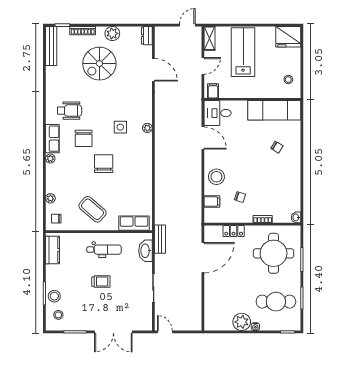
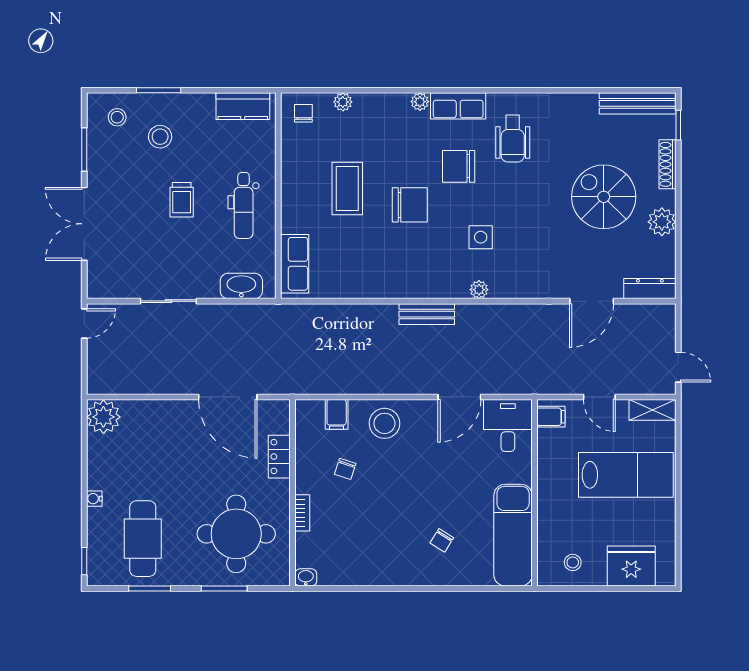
dresser: (147, 36) -> (650, 289), width x1.44
fridge: (288, 37) -> (631, 566), moved, turned 90
coffee table: (93, 209) -> (347, 188), moved, turned -41
bench: (160, 239) -> (427, 314), moved
stool: (54, 296) -> (160, 137), moved
plant: (242, 322) -> (103, 417), moved

